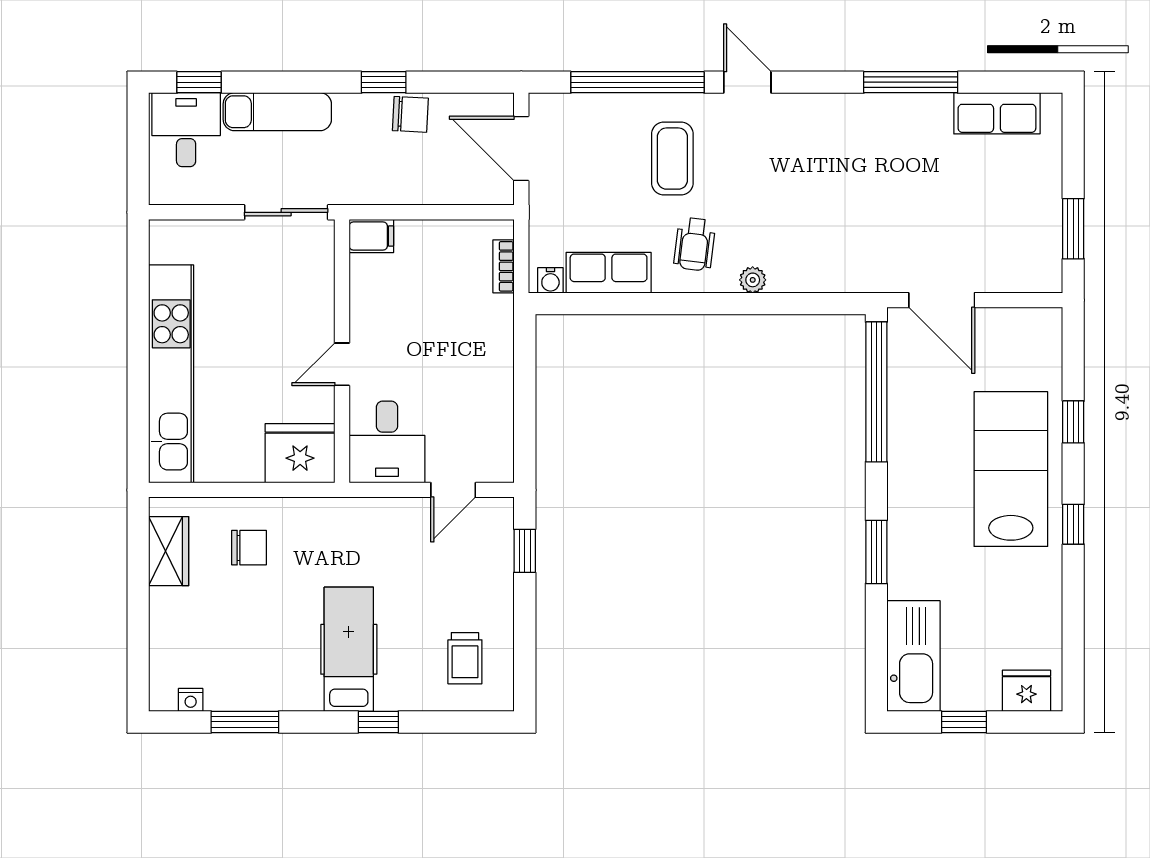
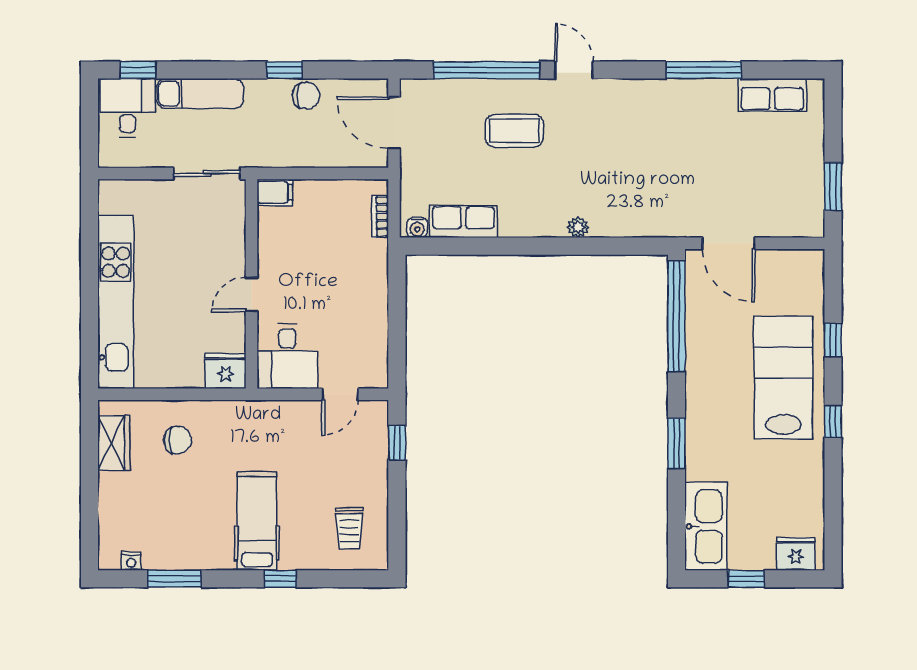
coffee table: (672, 159) -> (514, 131), turned 90
wheelchair: (695, 244) -> (532, 199), removed
fridge: (300, 453) -> (226, 371), width x0.73, depth x0.75

